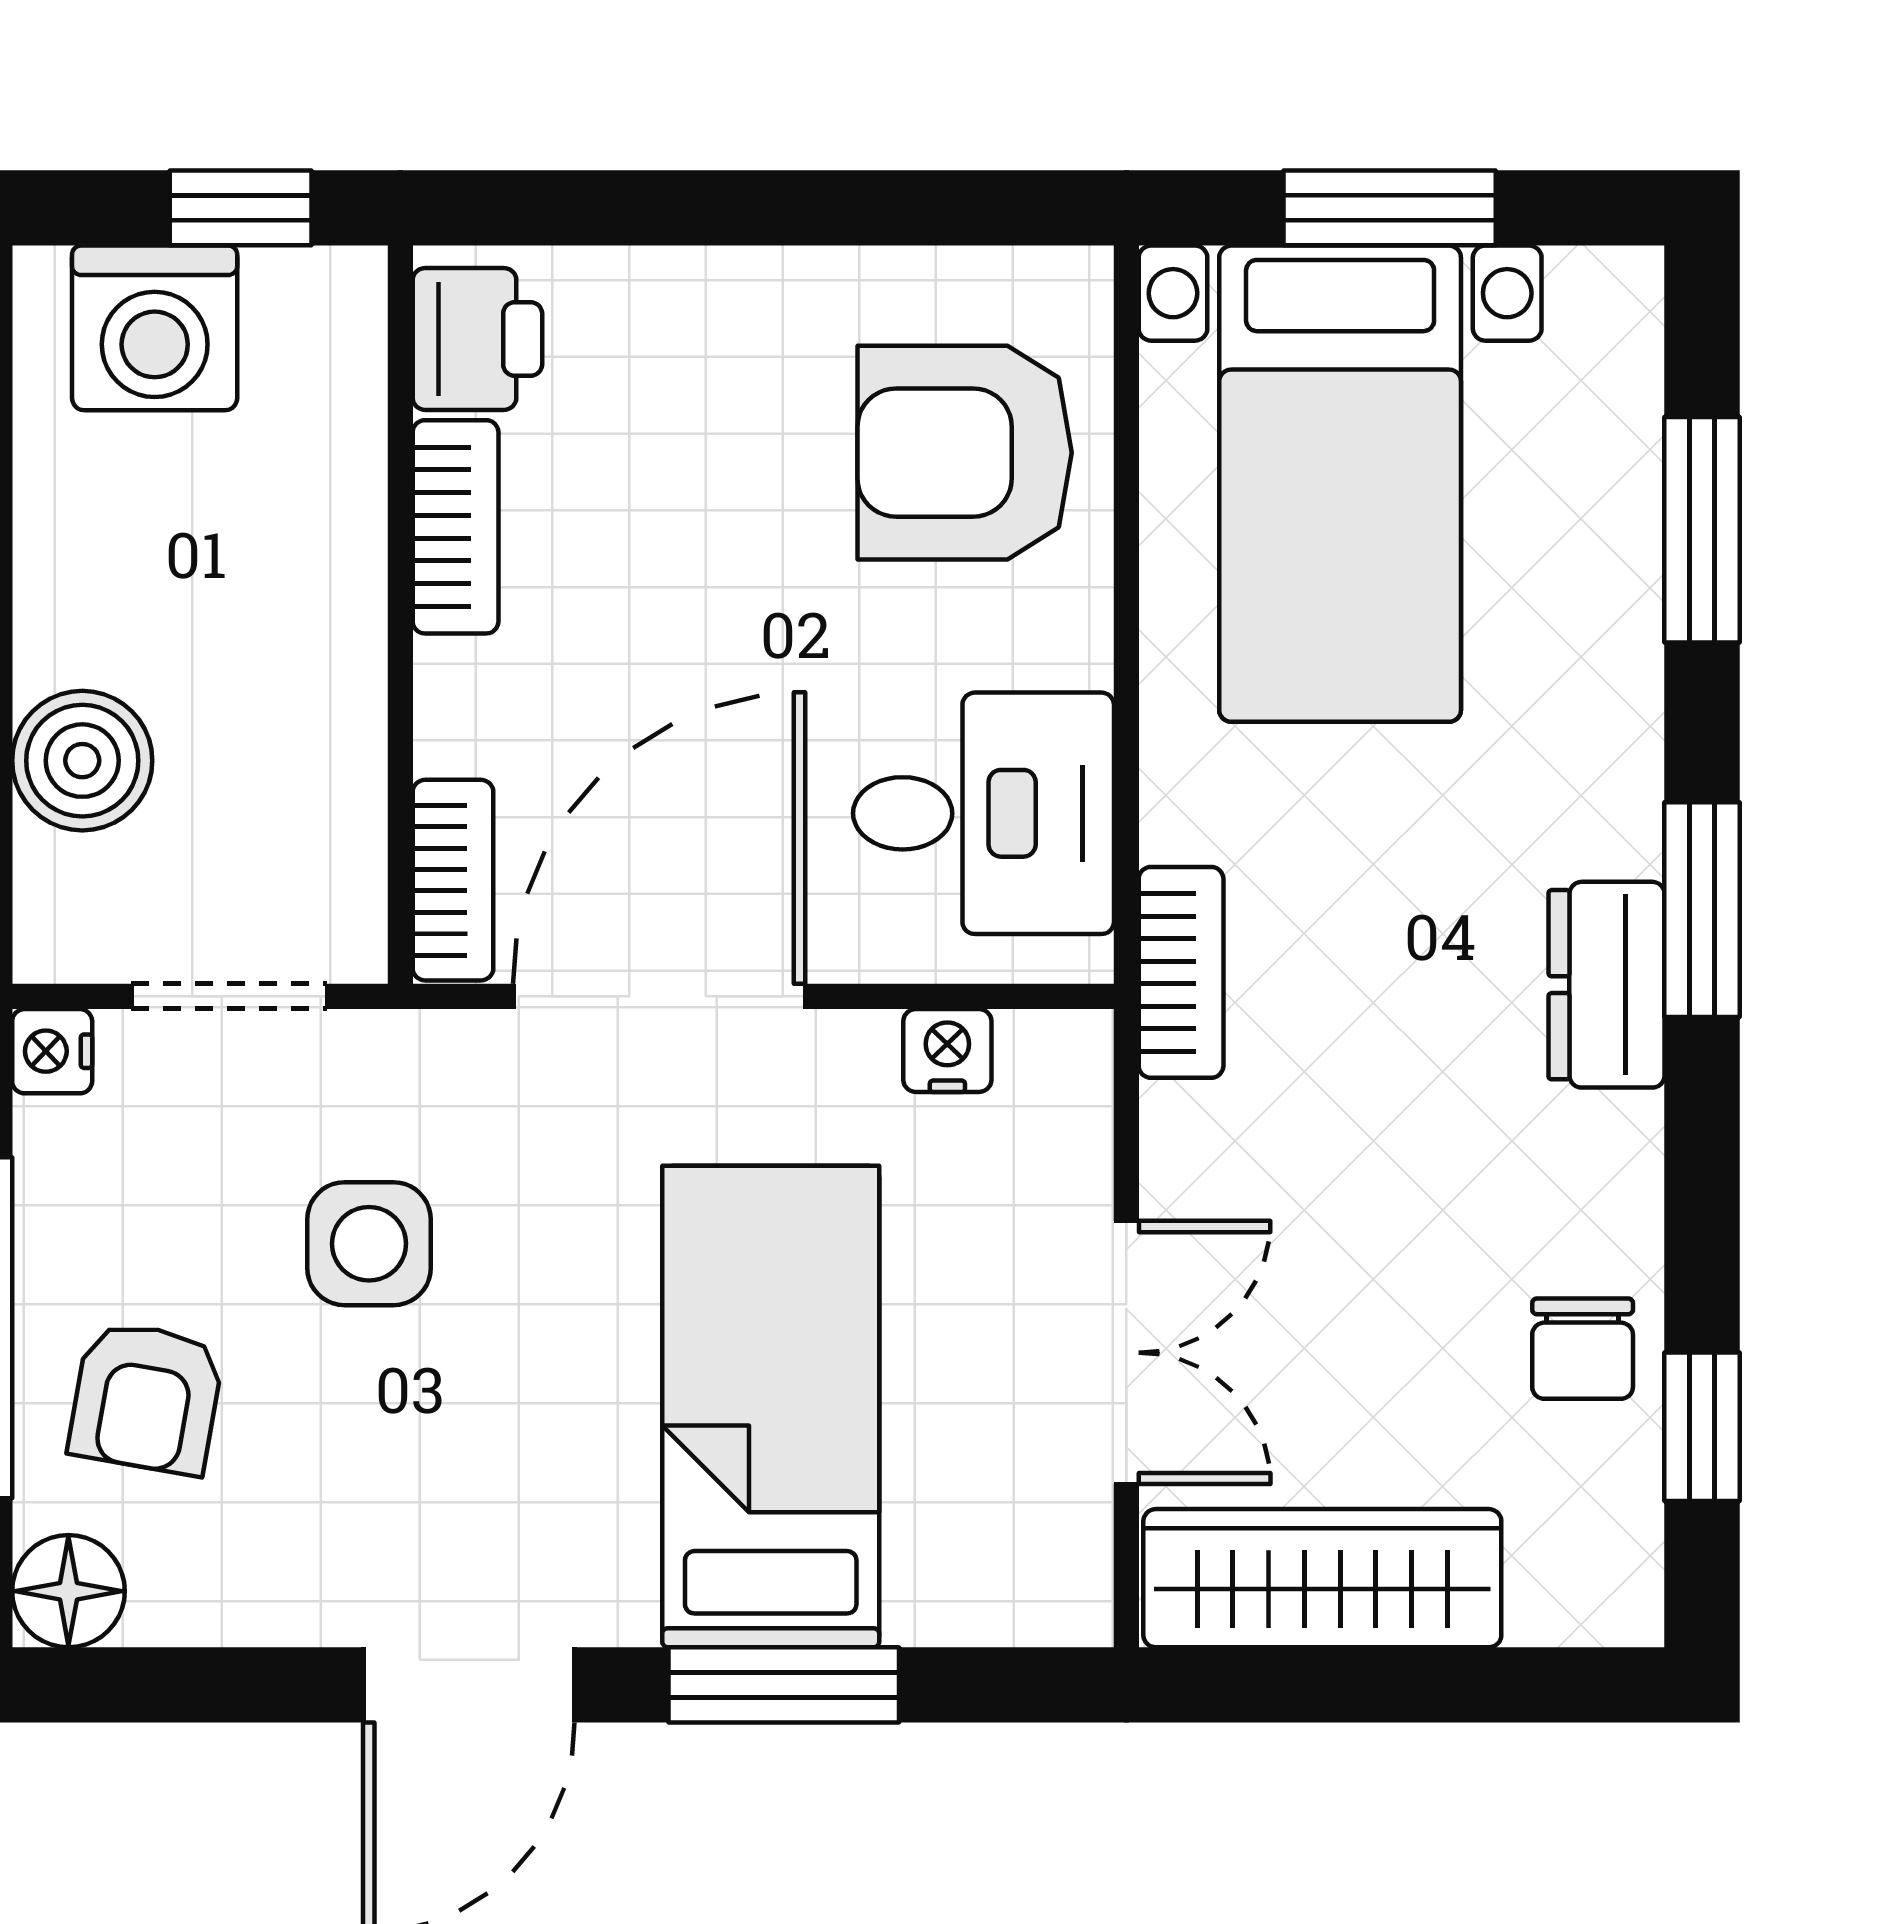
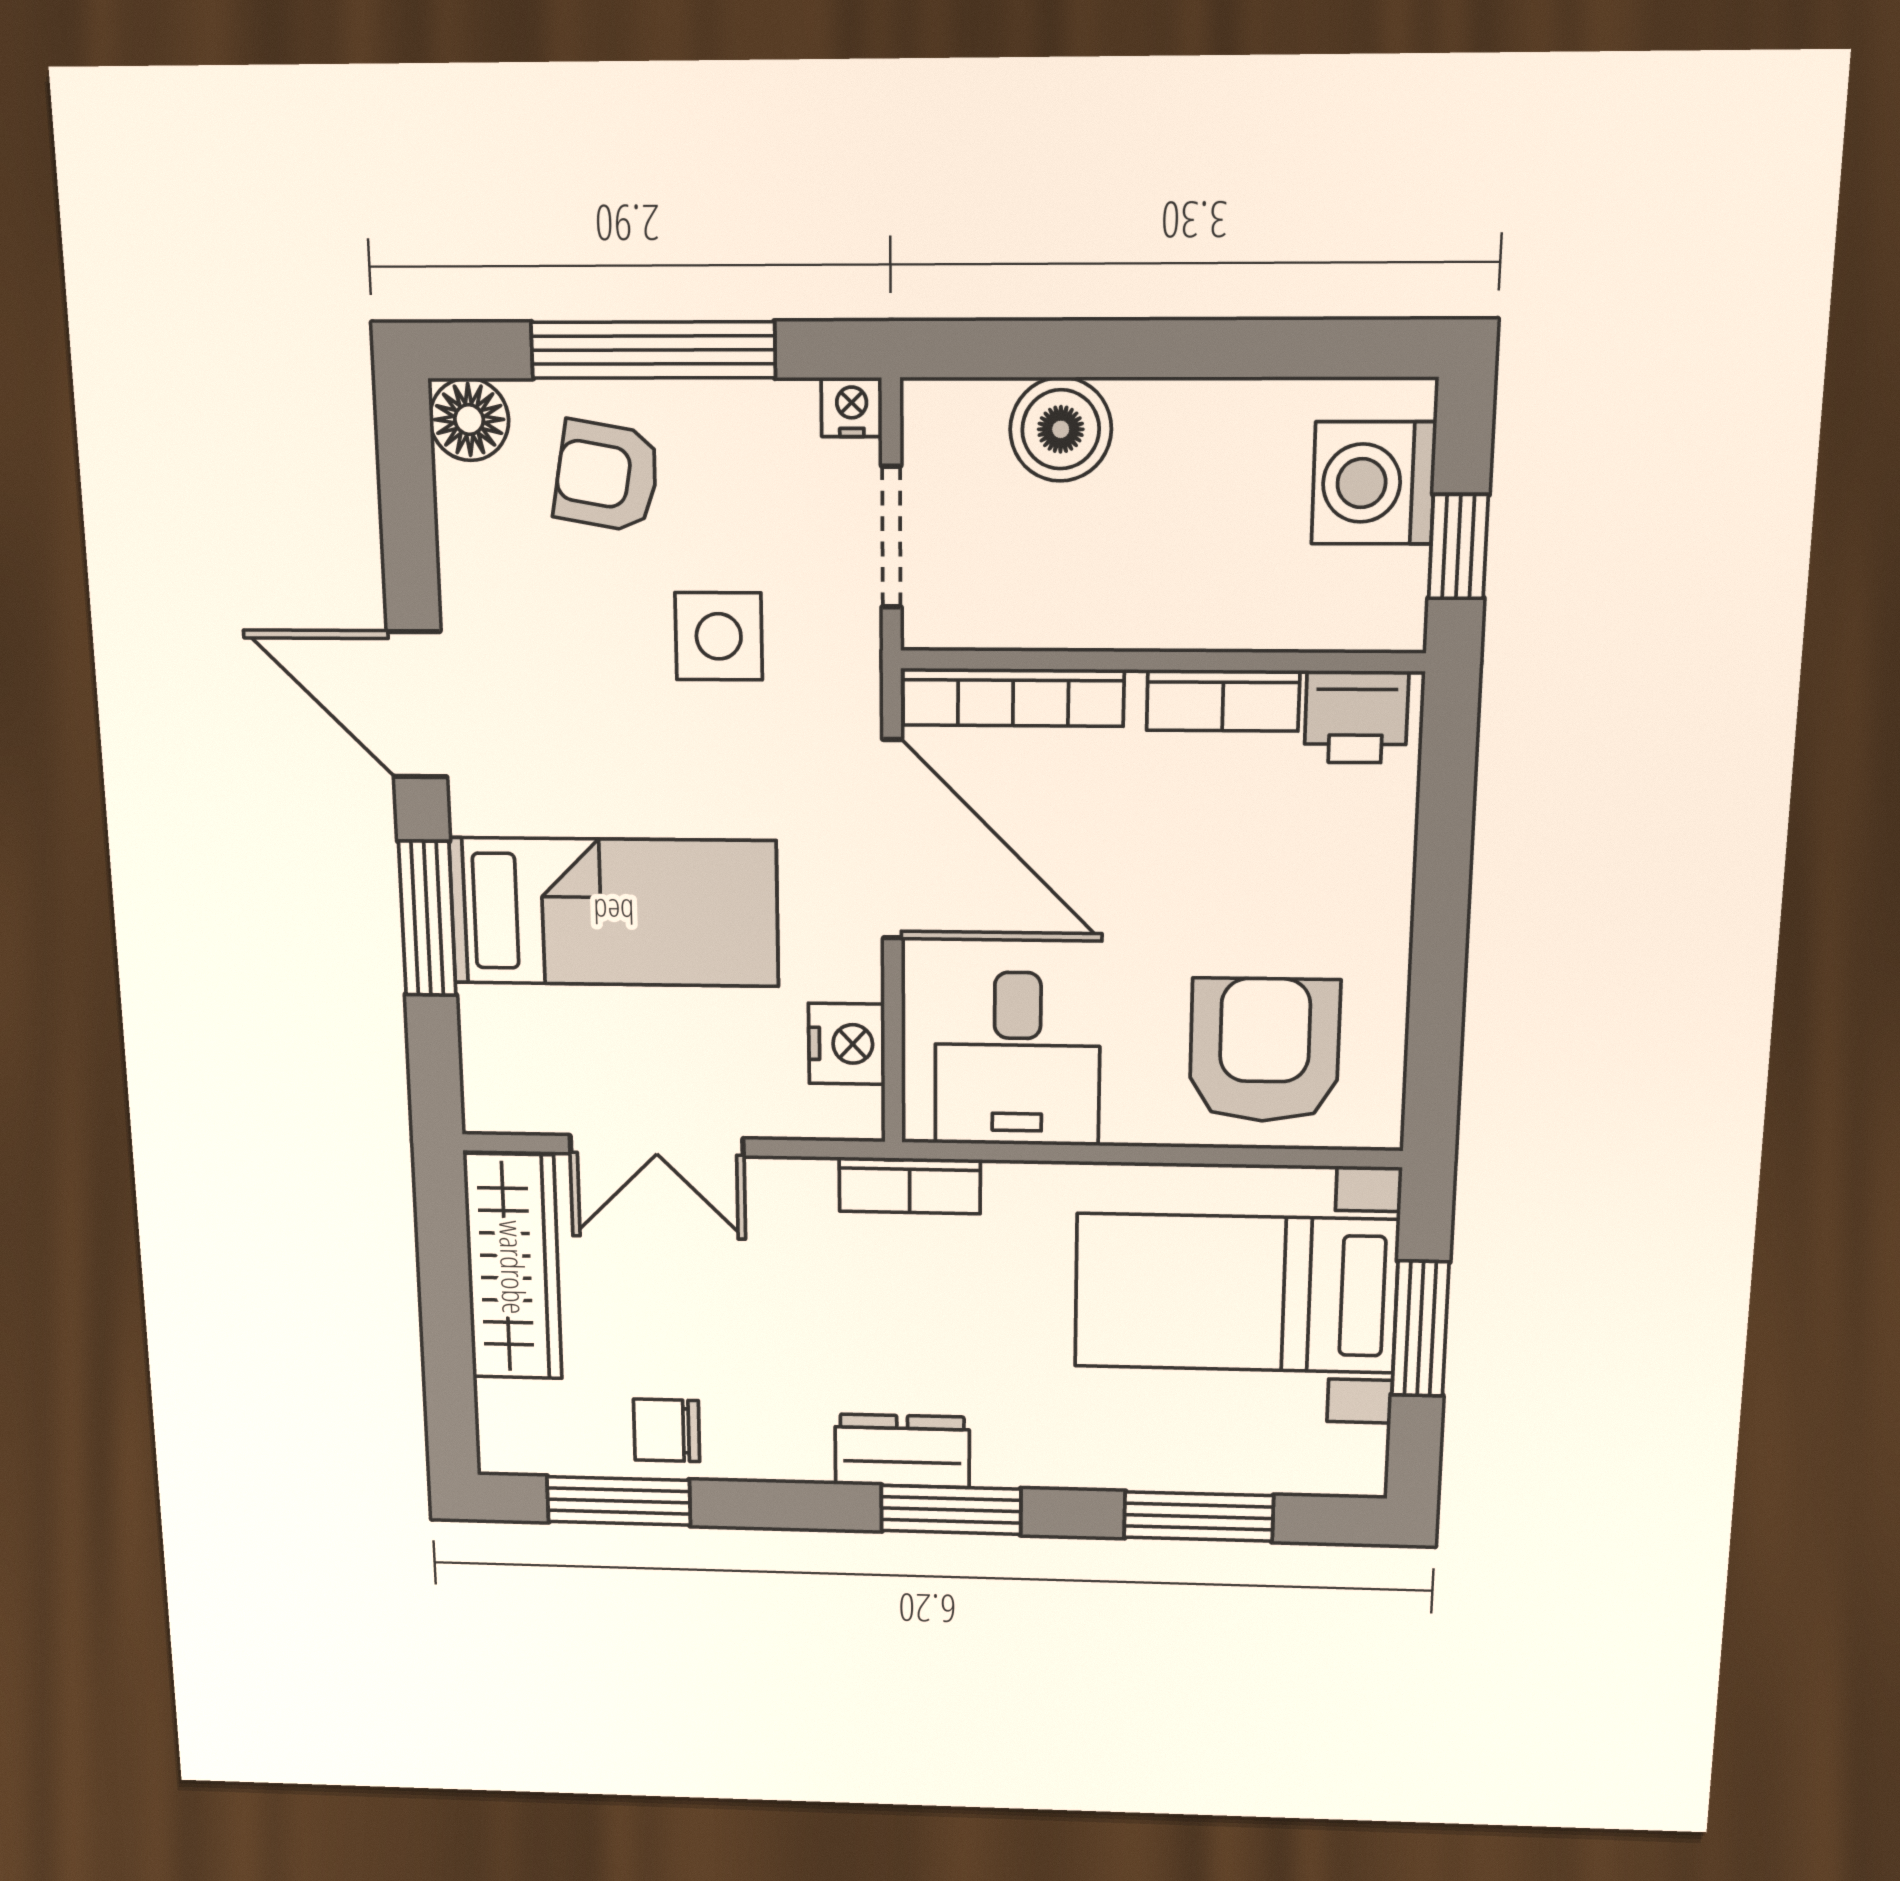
bookcase: (453, 880) -> (1013, 697), width x1.56
nightstand: (947, 1051) -> (847, 1044), width x1.39, depth x1.35
window: (1702, 1427) -> (619, 1501), width x1.50

